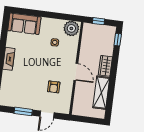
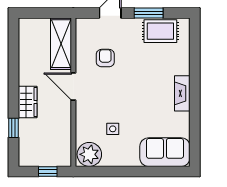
window: (118, 40) -> (14, 128), moved
shelving: (101, 93) -> (61, 44), moved
rug: (17, 99) -> (160, 31), added

